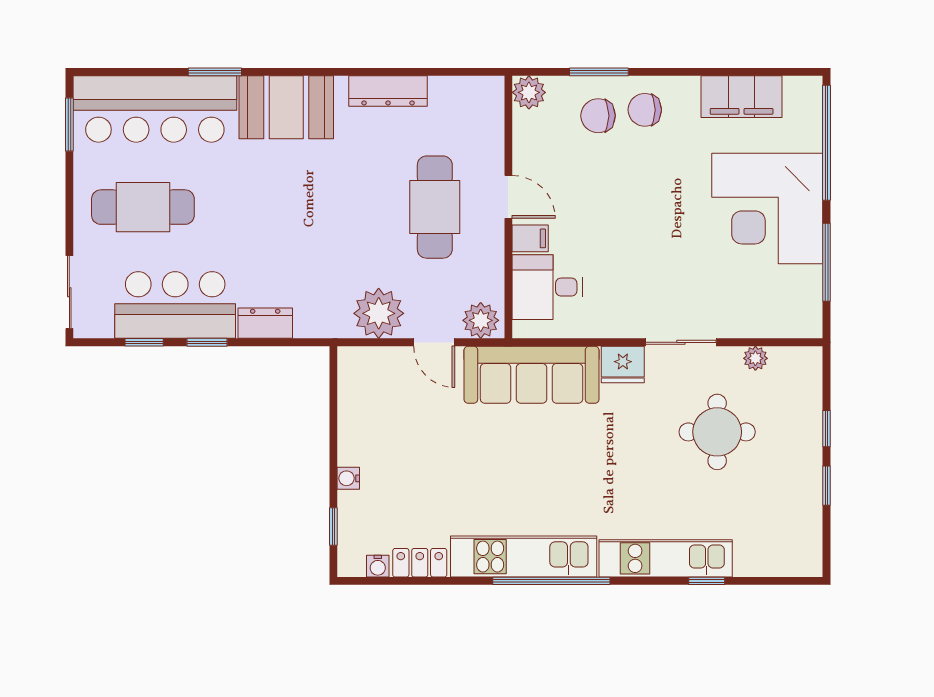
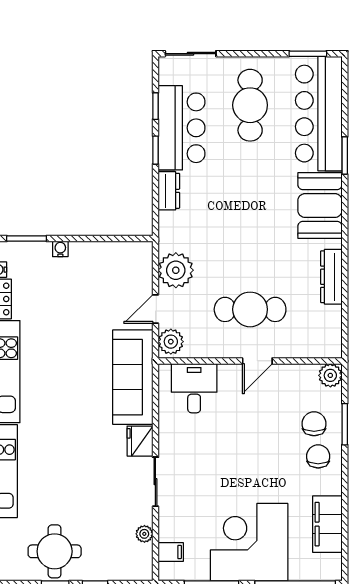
filing cabinet: (530, 238) -> (171, 552), moved, turned -90
round table: (717, 432) -> (55, 551), moved
window: (333, 526) -> (27, 238), width x1.50

